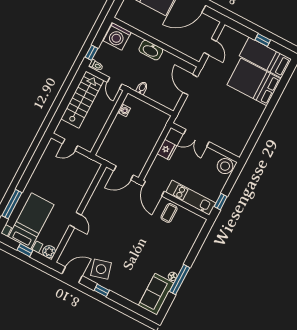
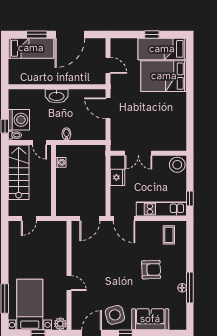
washing machine: (117, 36) -> (19, 120), moved, turned -90
coffee table: (169, 213) -> (169, 235), moved
armchair: (154, 246) -> (151, 270), added
sofa: (156, 294) -> (150, 319), moved, turned 90

